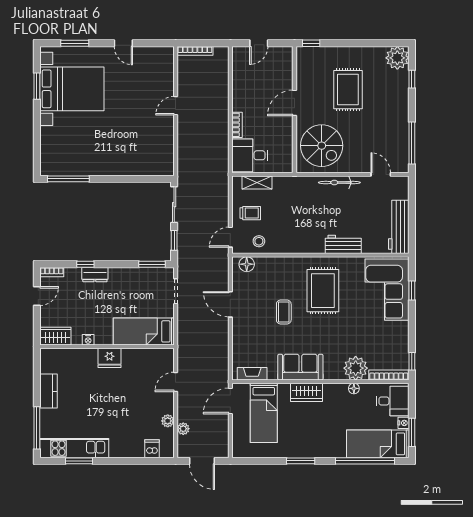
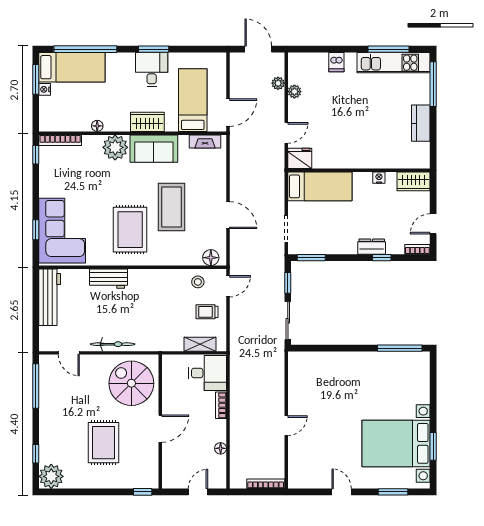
floor lamp: (238, 84) -> (221, 448), added
coffee table: (284, 312) -> (172, 207), width x1.86, depth x1.72
fridge: (109, 358) -> (300, 158), moved
plant: (356, 368) -> (115, 147), moved
desk: (393, 401) -> (152, 70), moved, turned 90
dishwasher: (152, 449) -> (336, 62), moved
window: (79, 461) -> (388, 49), width x1.44

